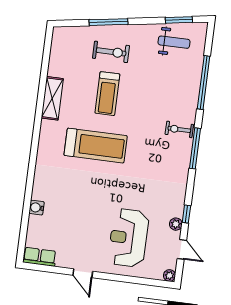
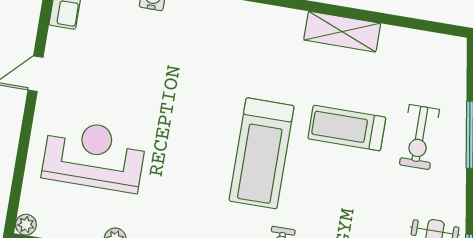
treadmill: (96, 146) -> (262, 153), moved

